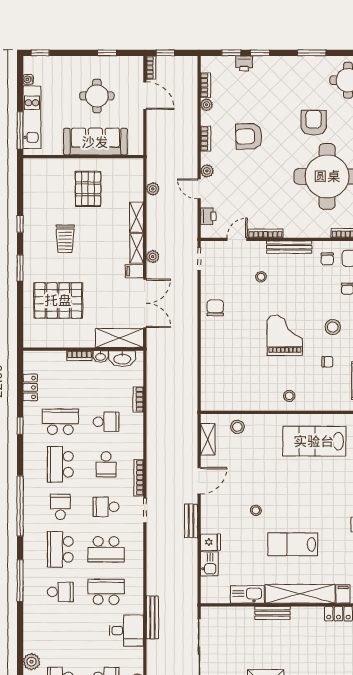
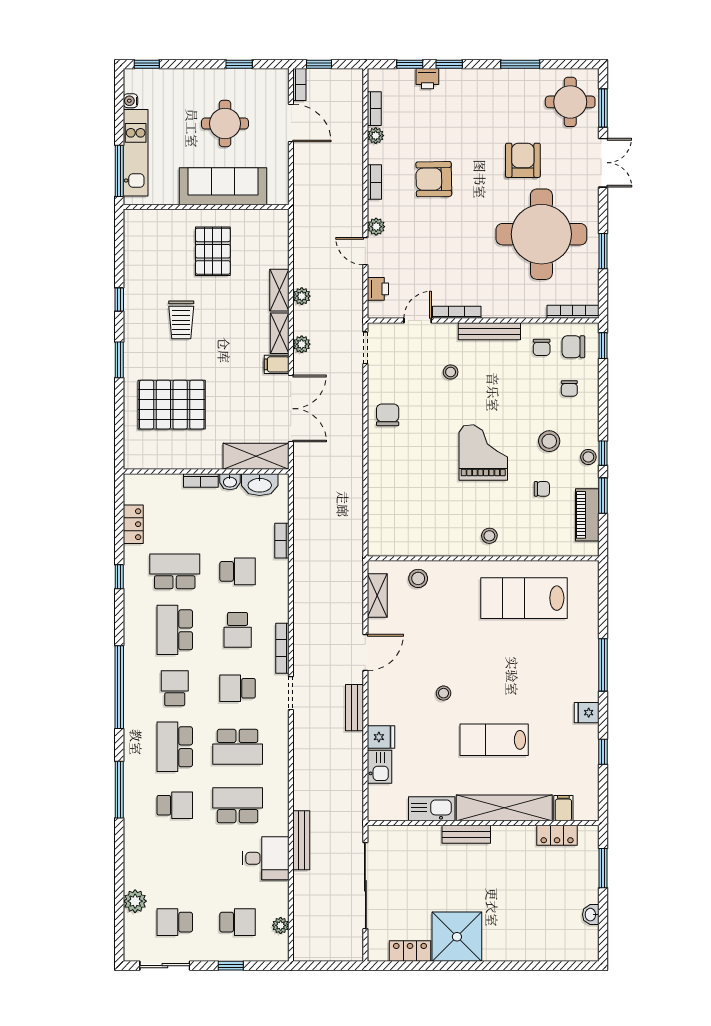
plant: (153, 189) -> (302, 296), moved

